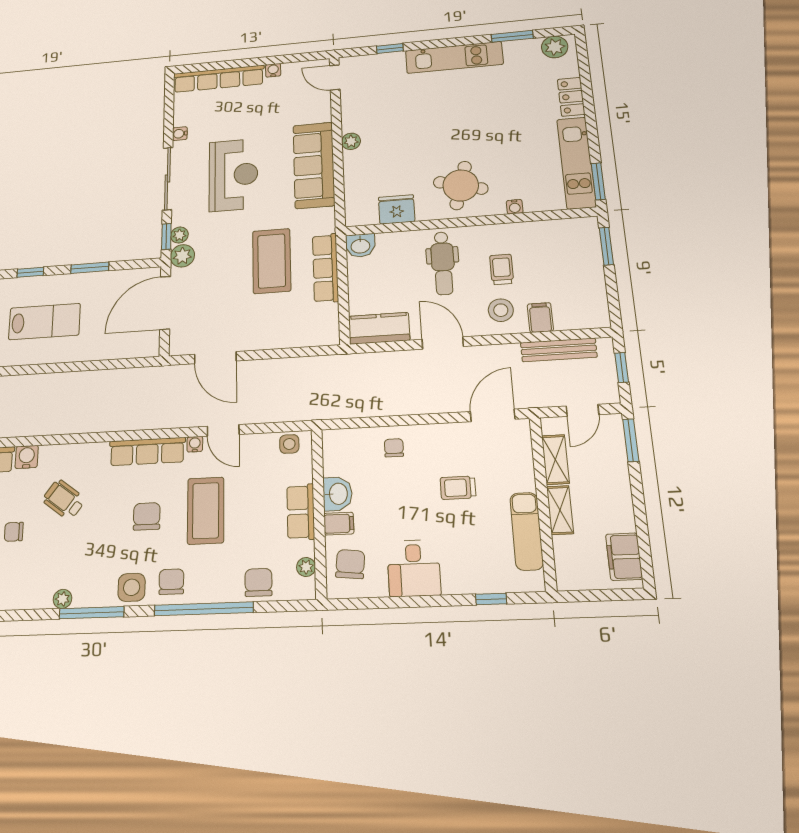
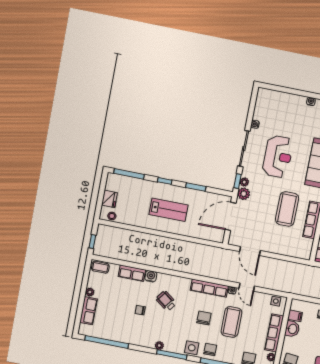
row of seats: (219, 79) -> (281, 97), removed
row of seats: (301, 512) -> (274, 333), width x1.48
filing cabinet: (339, 524) -> (295, 316), moved

